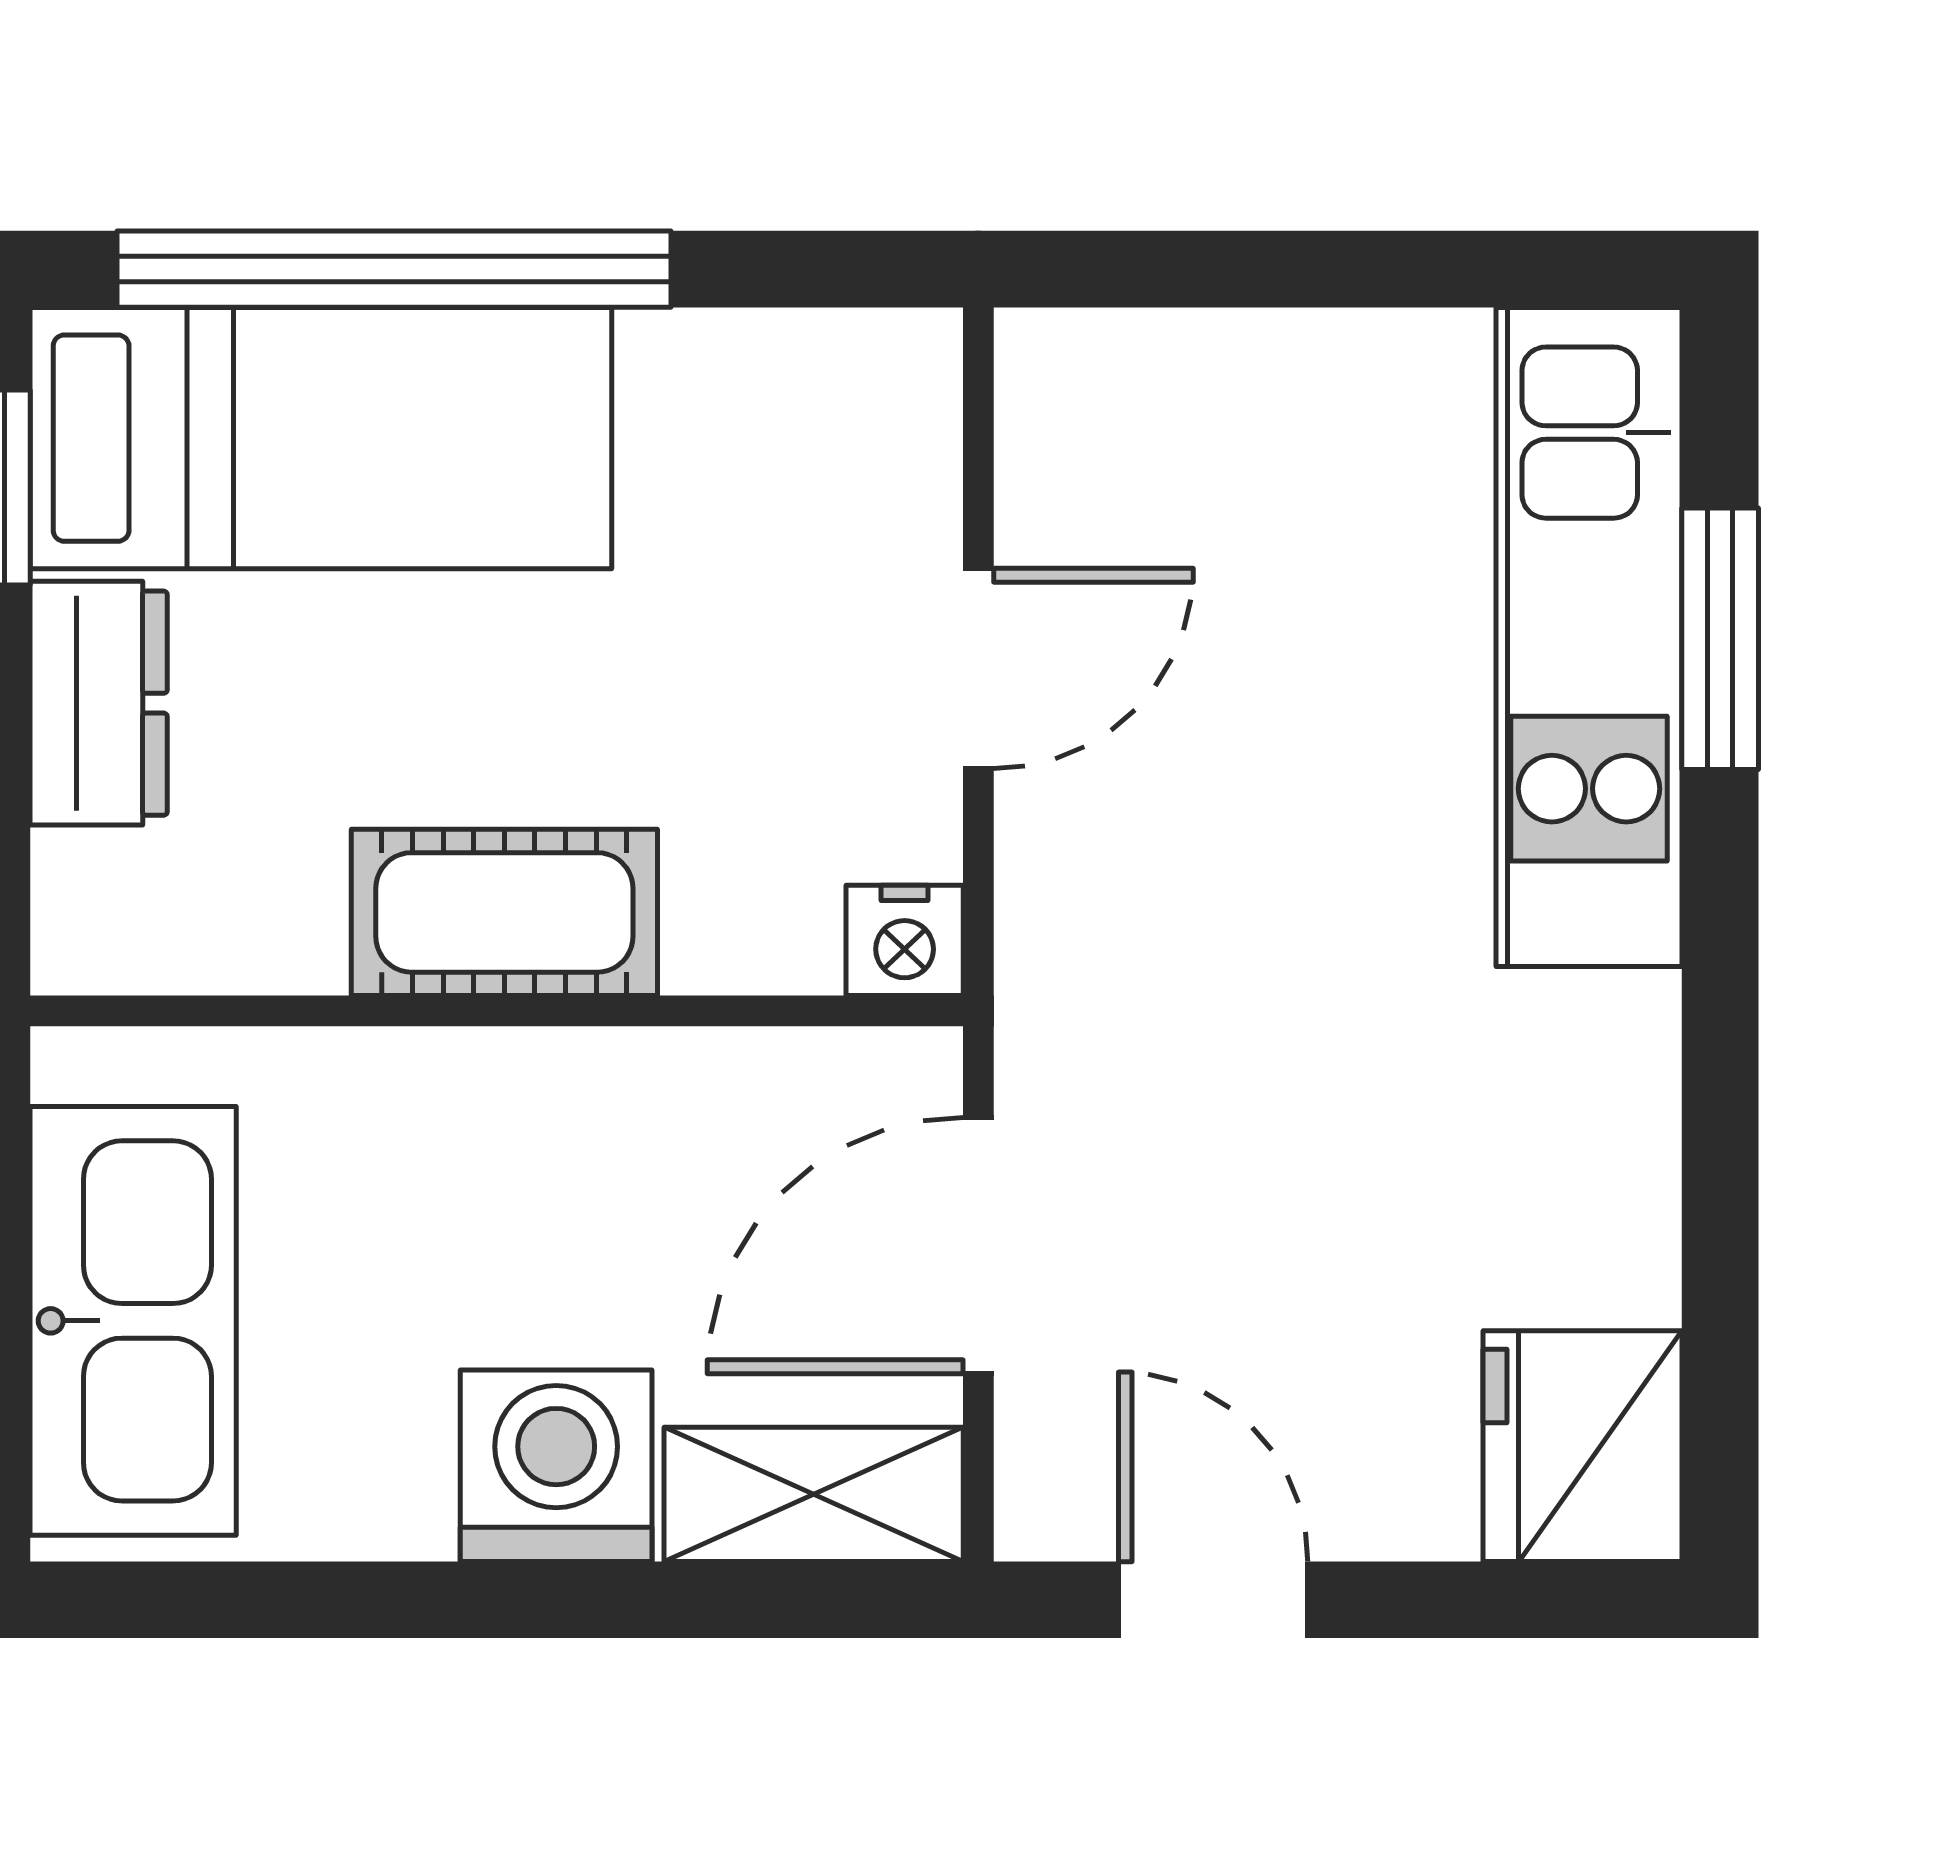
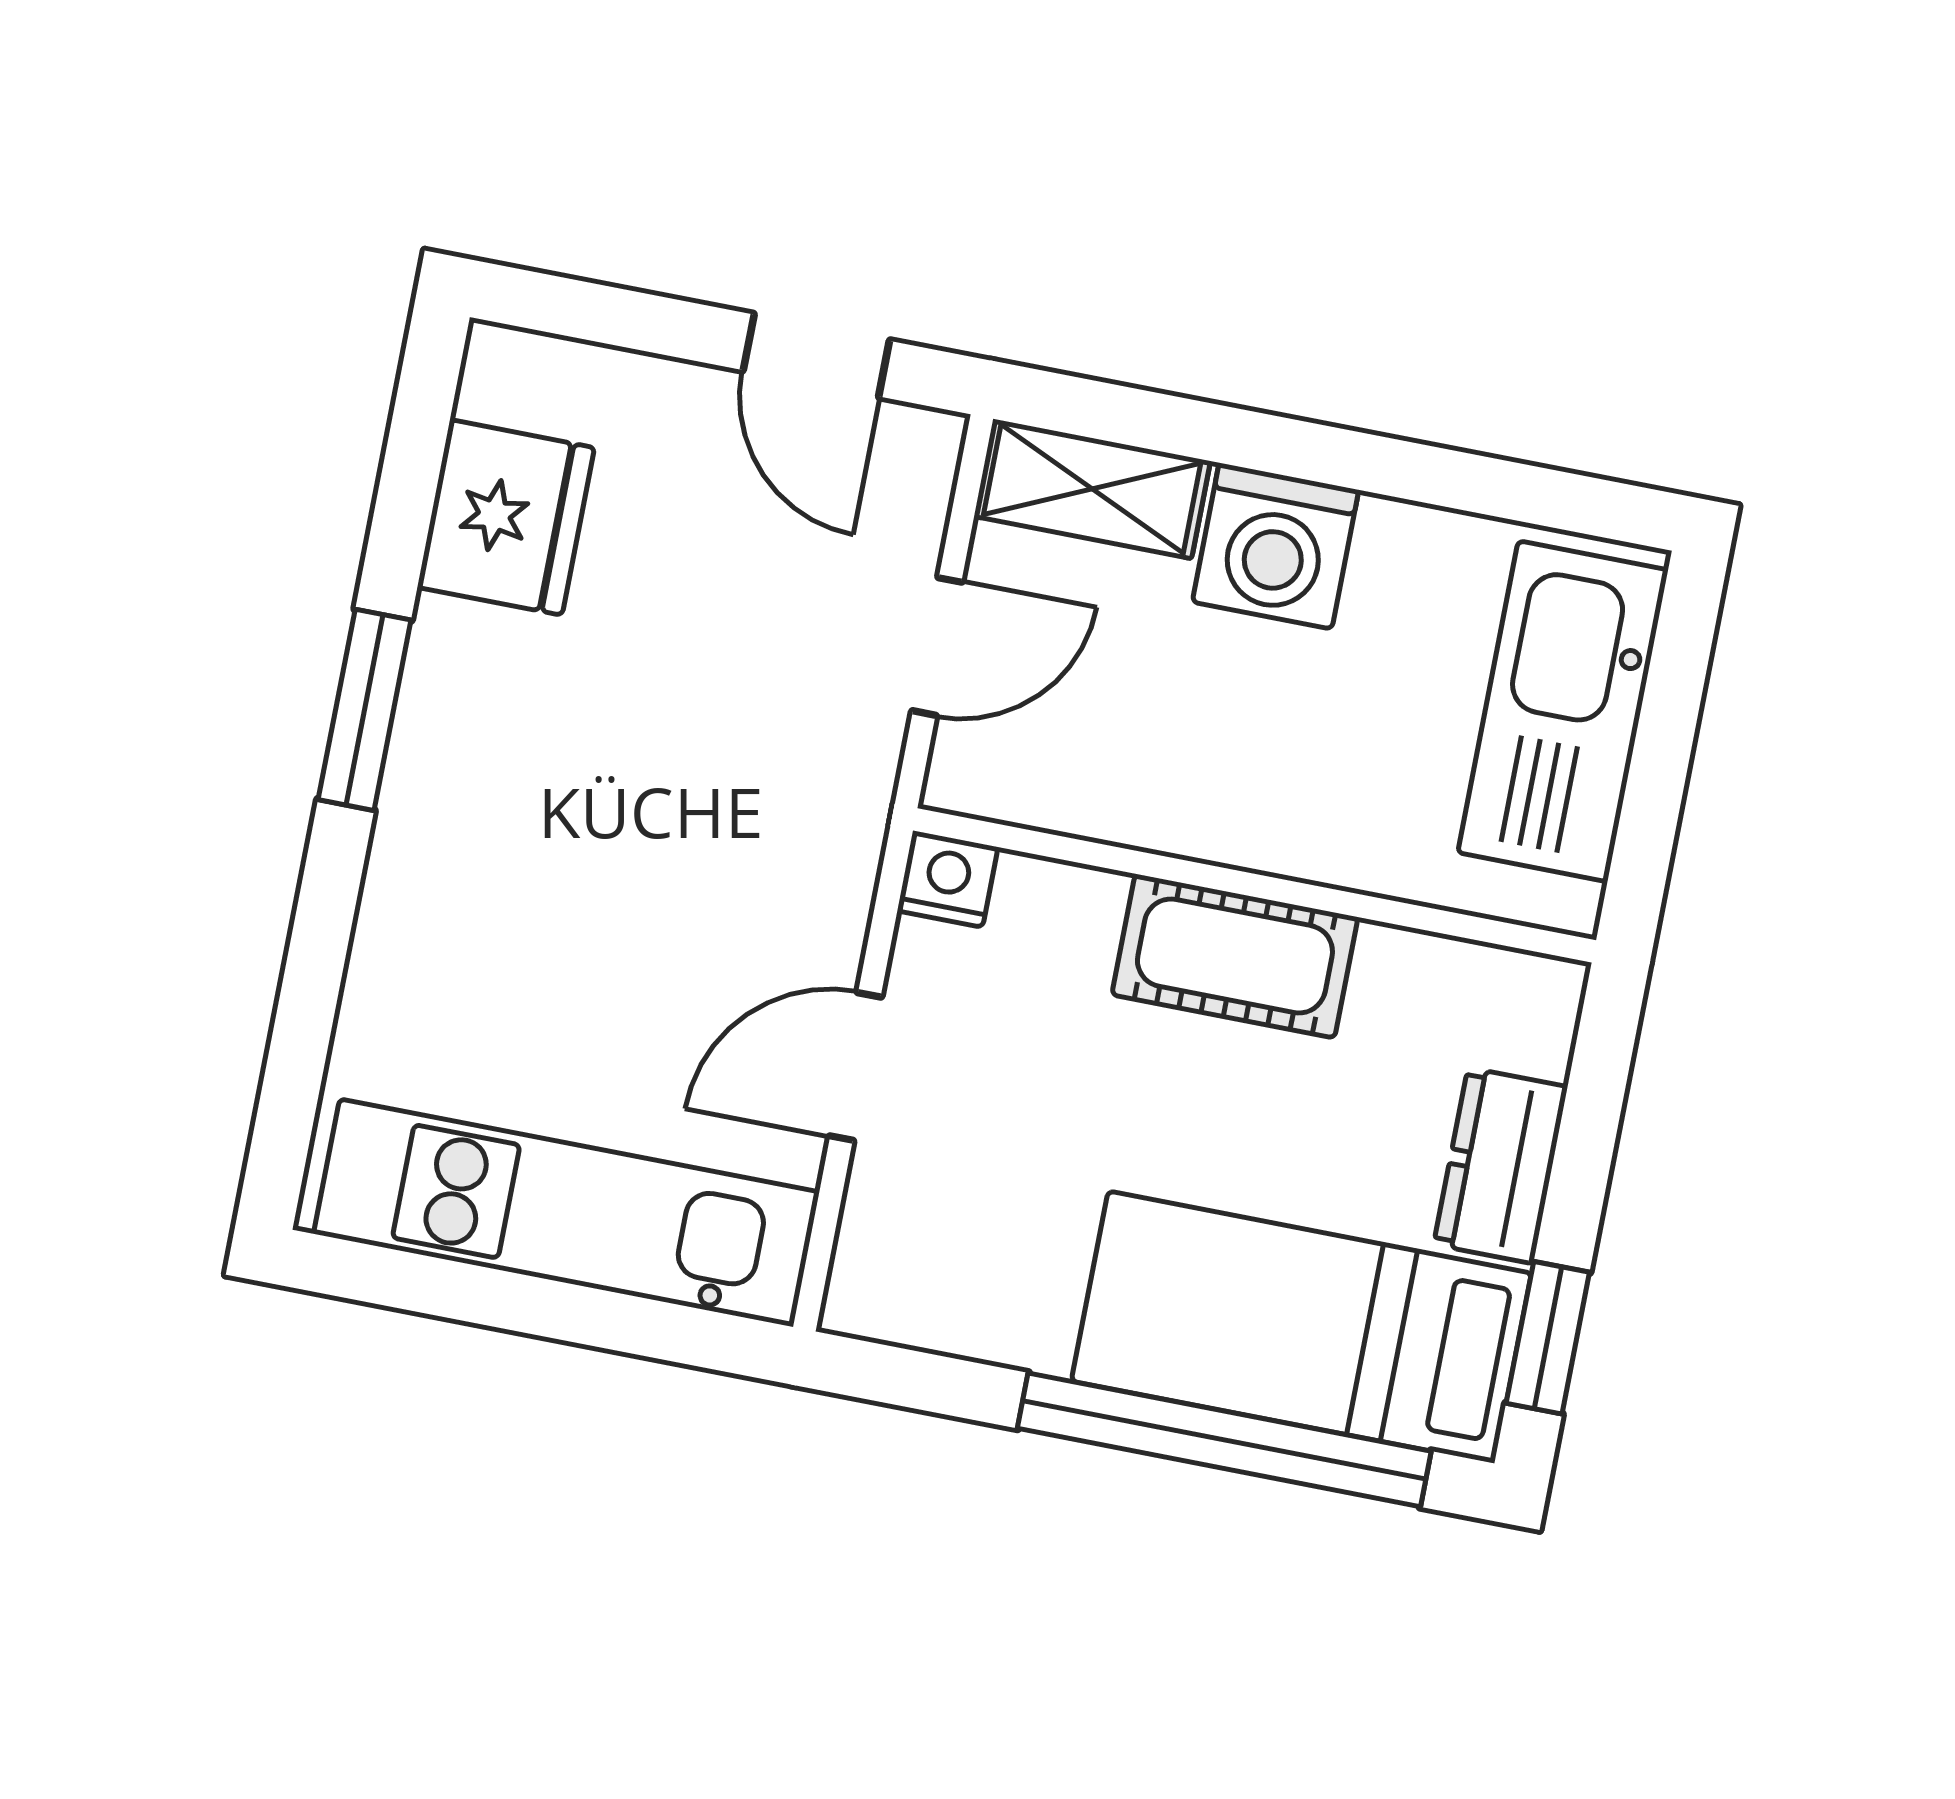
kitchen unit: (1589, 637) -> (566, 1213), moved, turned -90
window: (1720, 639) -> (365, 710), moved
door: (978, 1246) -> (937, 646), width x0.73
fridge: (1583, 1446) -> (506, 517), moved

